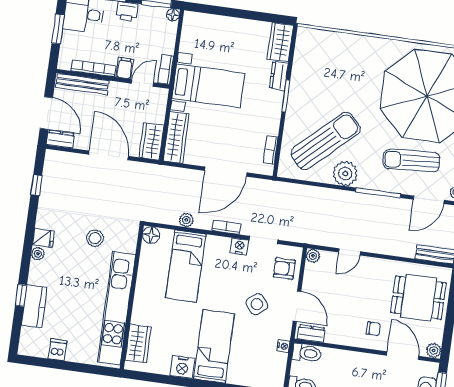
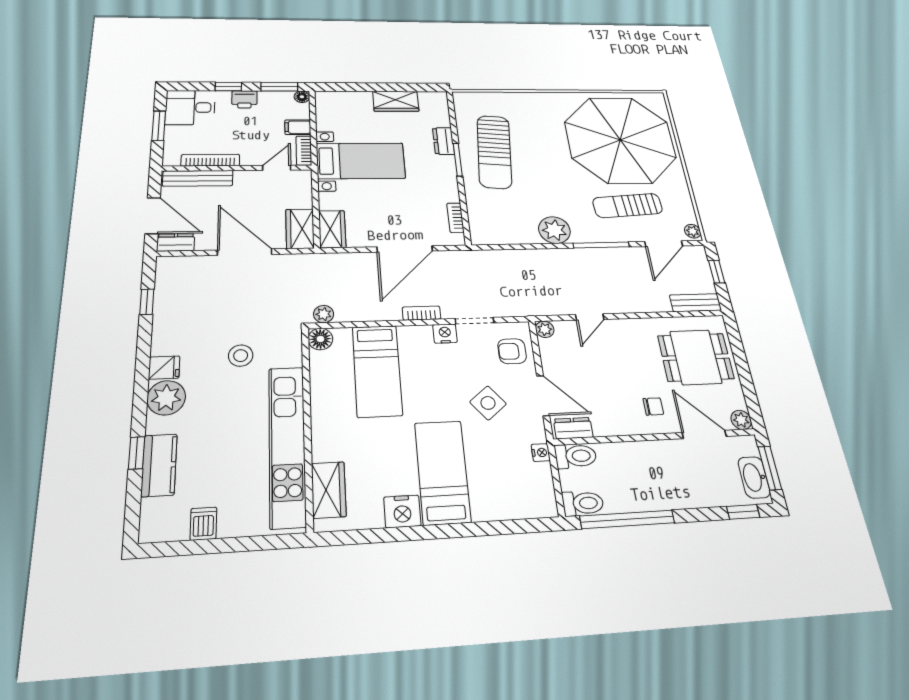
wardrobe: (280, 42) -> (396, 101), moved, turned -90
filing cabinet: (125, 68) -> (298, 127), moved, turned -90
wardrobe: (176, 137) -> (332, 229), width x0.67
sun lounger: (326, 141) -> (494, 152), moved, turned 138
plant: (186, 220) -> (324, 314), moved
plant: (38, 254) -> (166, 398), width x1.87, depth x1.87

